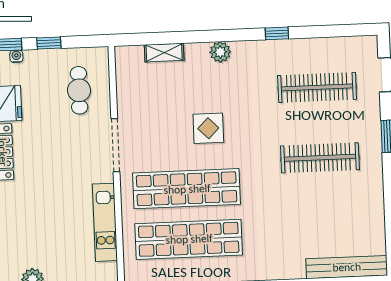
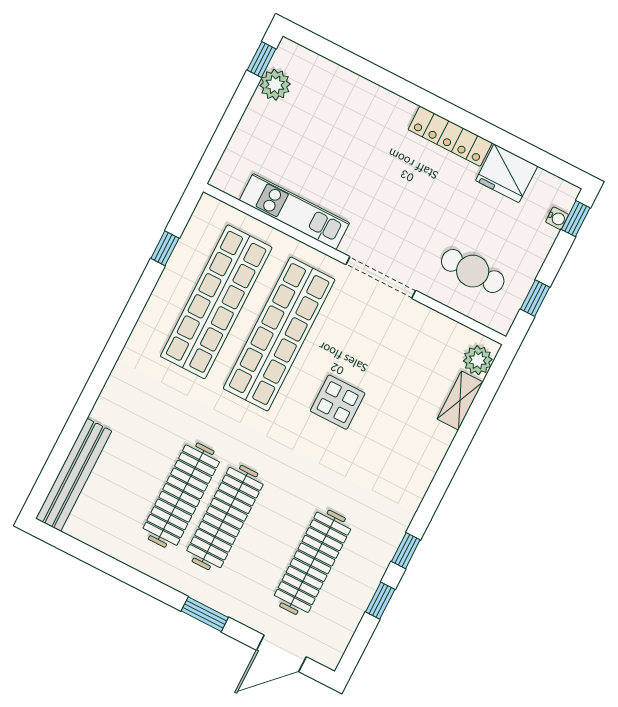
window: (317, 32) -> (380, 601), added
window: (49, 43) -> (535, 298), moved
plant: (220, 52) -> (478, 360), moved
clothes rail: (321, 193) -> (181, 495), added

